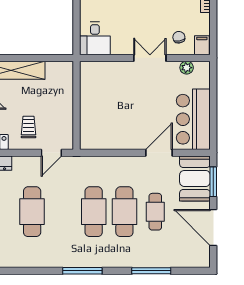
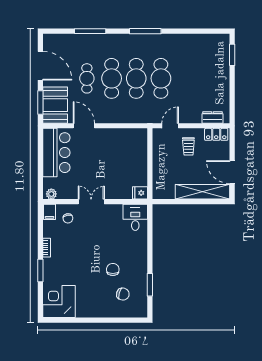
double door: (150, 58) -> (91, 202), swing flipped
plant: (187, 68) -> (51, 194), moved
fridge: (89, 69) -> (140, 193), added
door: (159, 153) -> (84, 126), swing flipped
cafe table: (32, 212) -> (161, 78), moved

